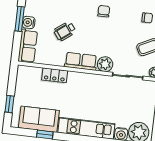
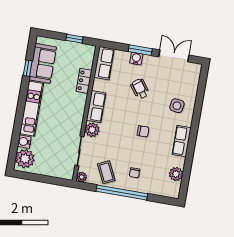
wheelchair: (65, 31) -> (140, 89), moved
row of seats: (28, 46) -> (104, 63), moved, turned -90
window: (9, 104) -> (74, 39), moved

